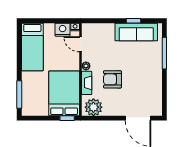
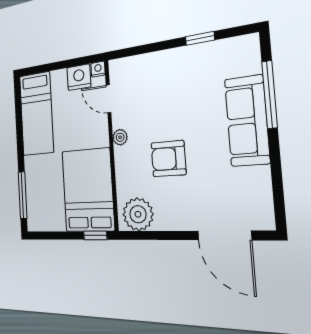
sofa: (136, 32) -> (247, 121), moved, turned 90
fireplace: (87, 83) -> (123, 169), removed

